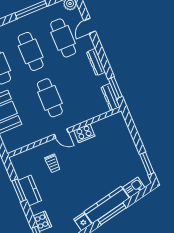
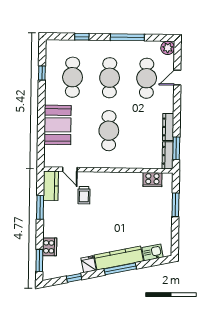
dresser: (96, 62) -> (168, 127), moved
door: (61, 133) -> (70, 169), moved
cooker: (84, 133) -> (152, 180), moved
window: (147, 164) -> (175, 205), moved
kitchen counter: (30, 191) -> (51, 186), moved

